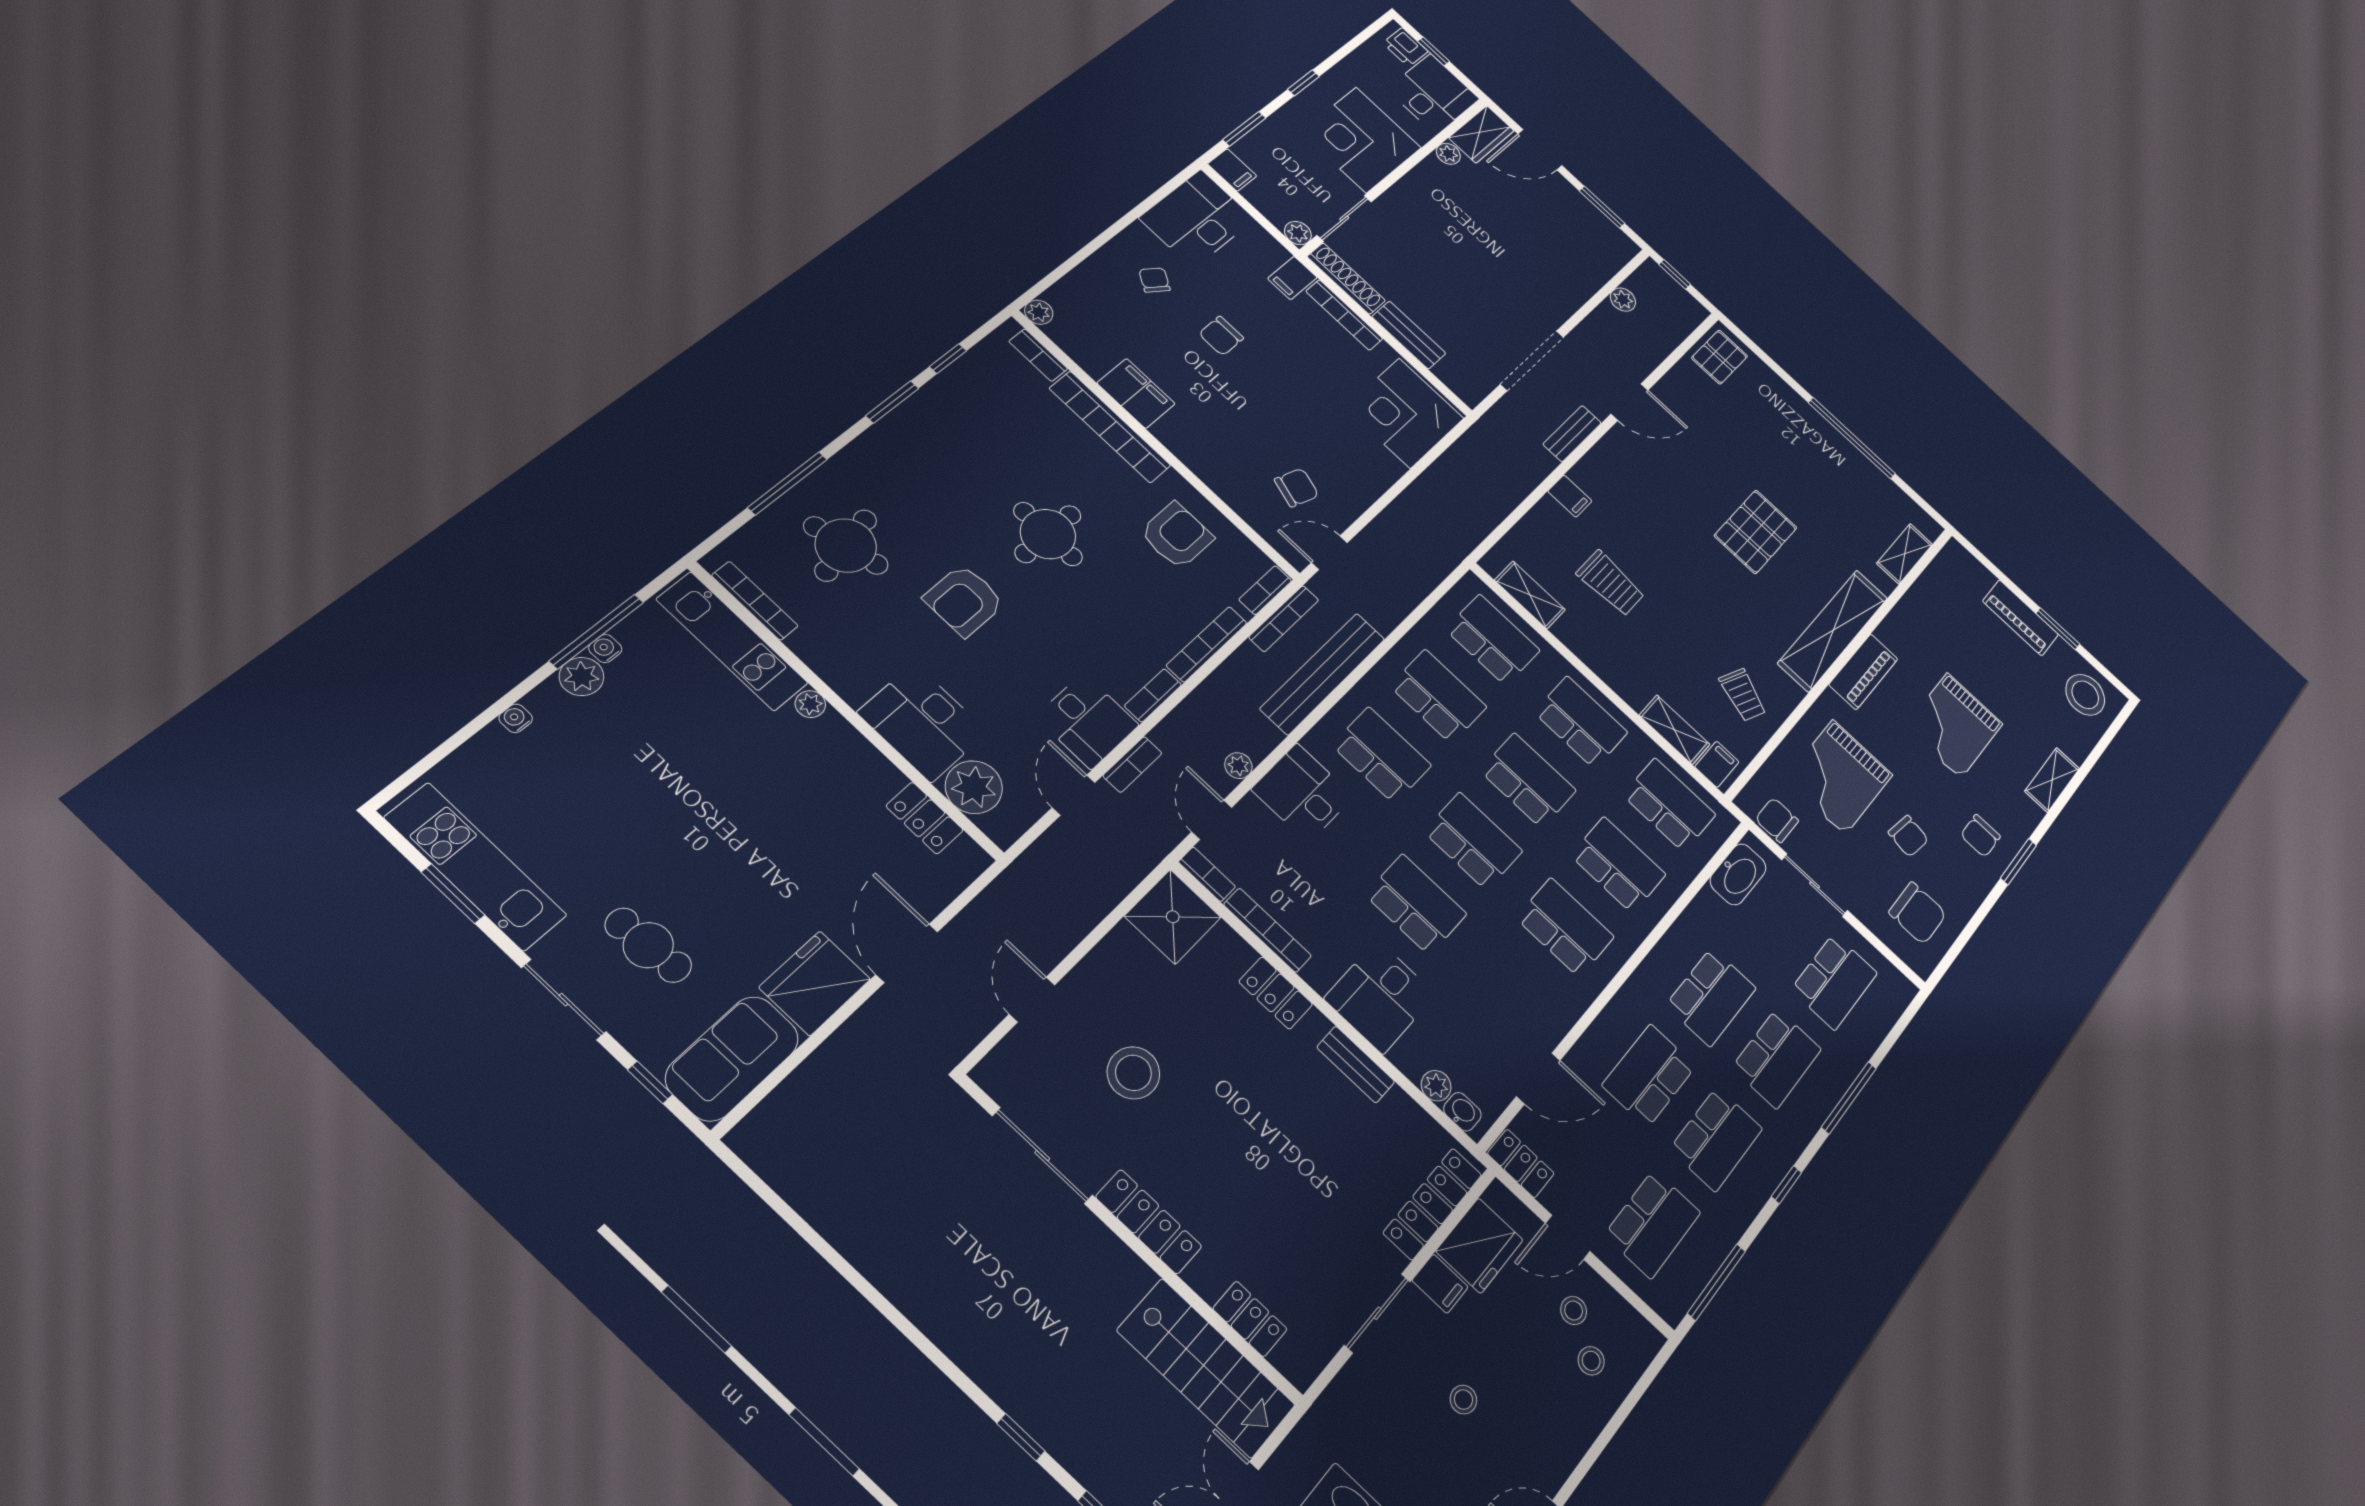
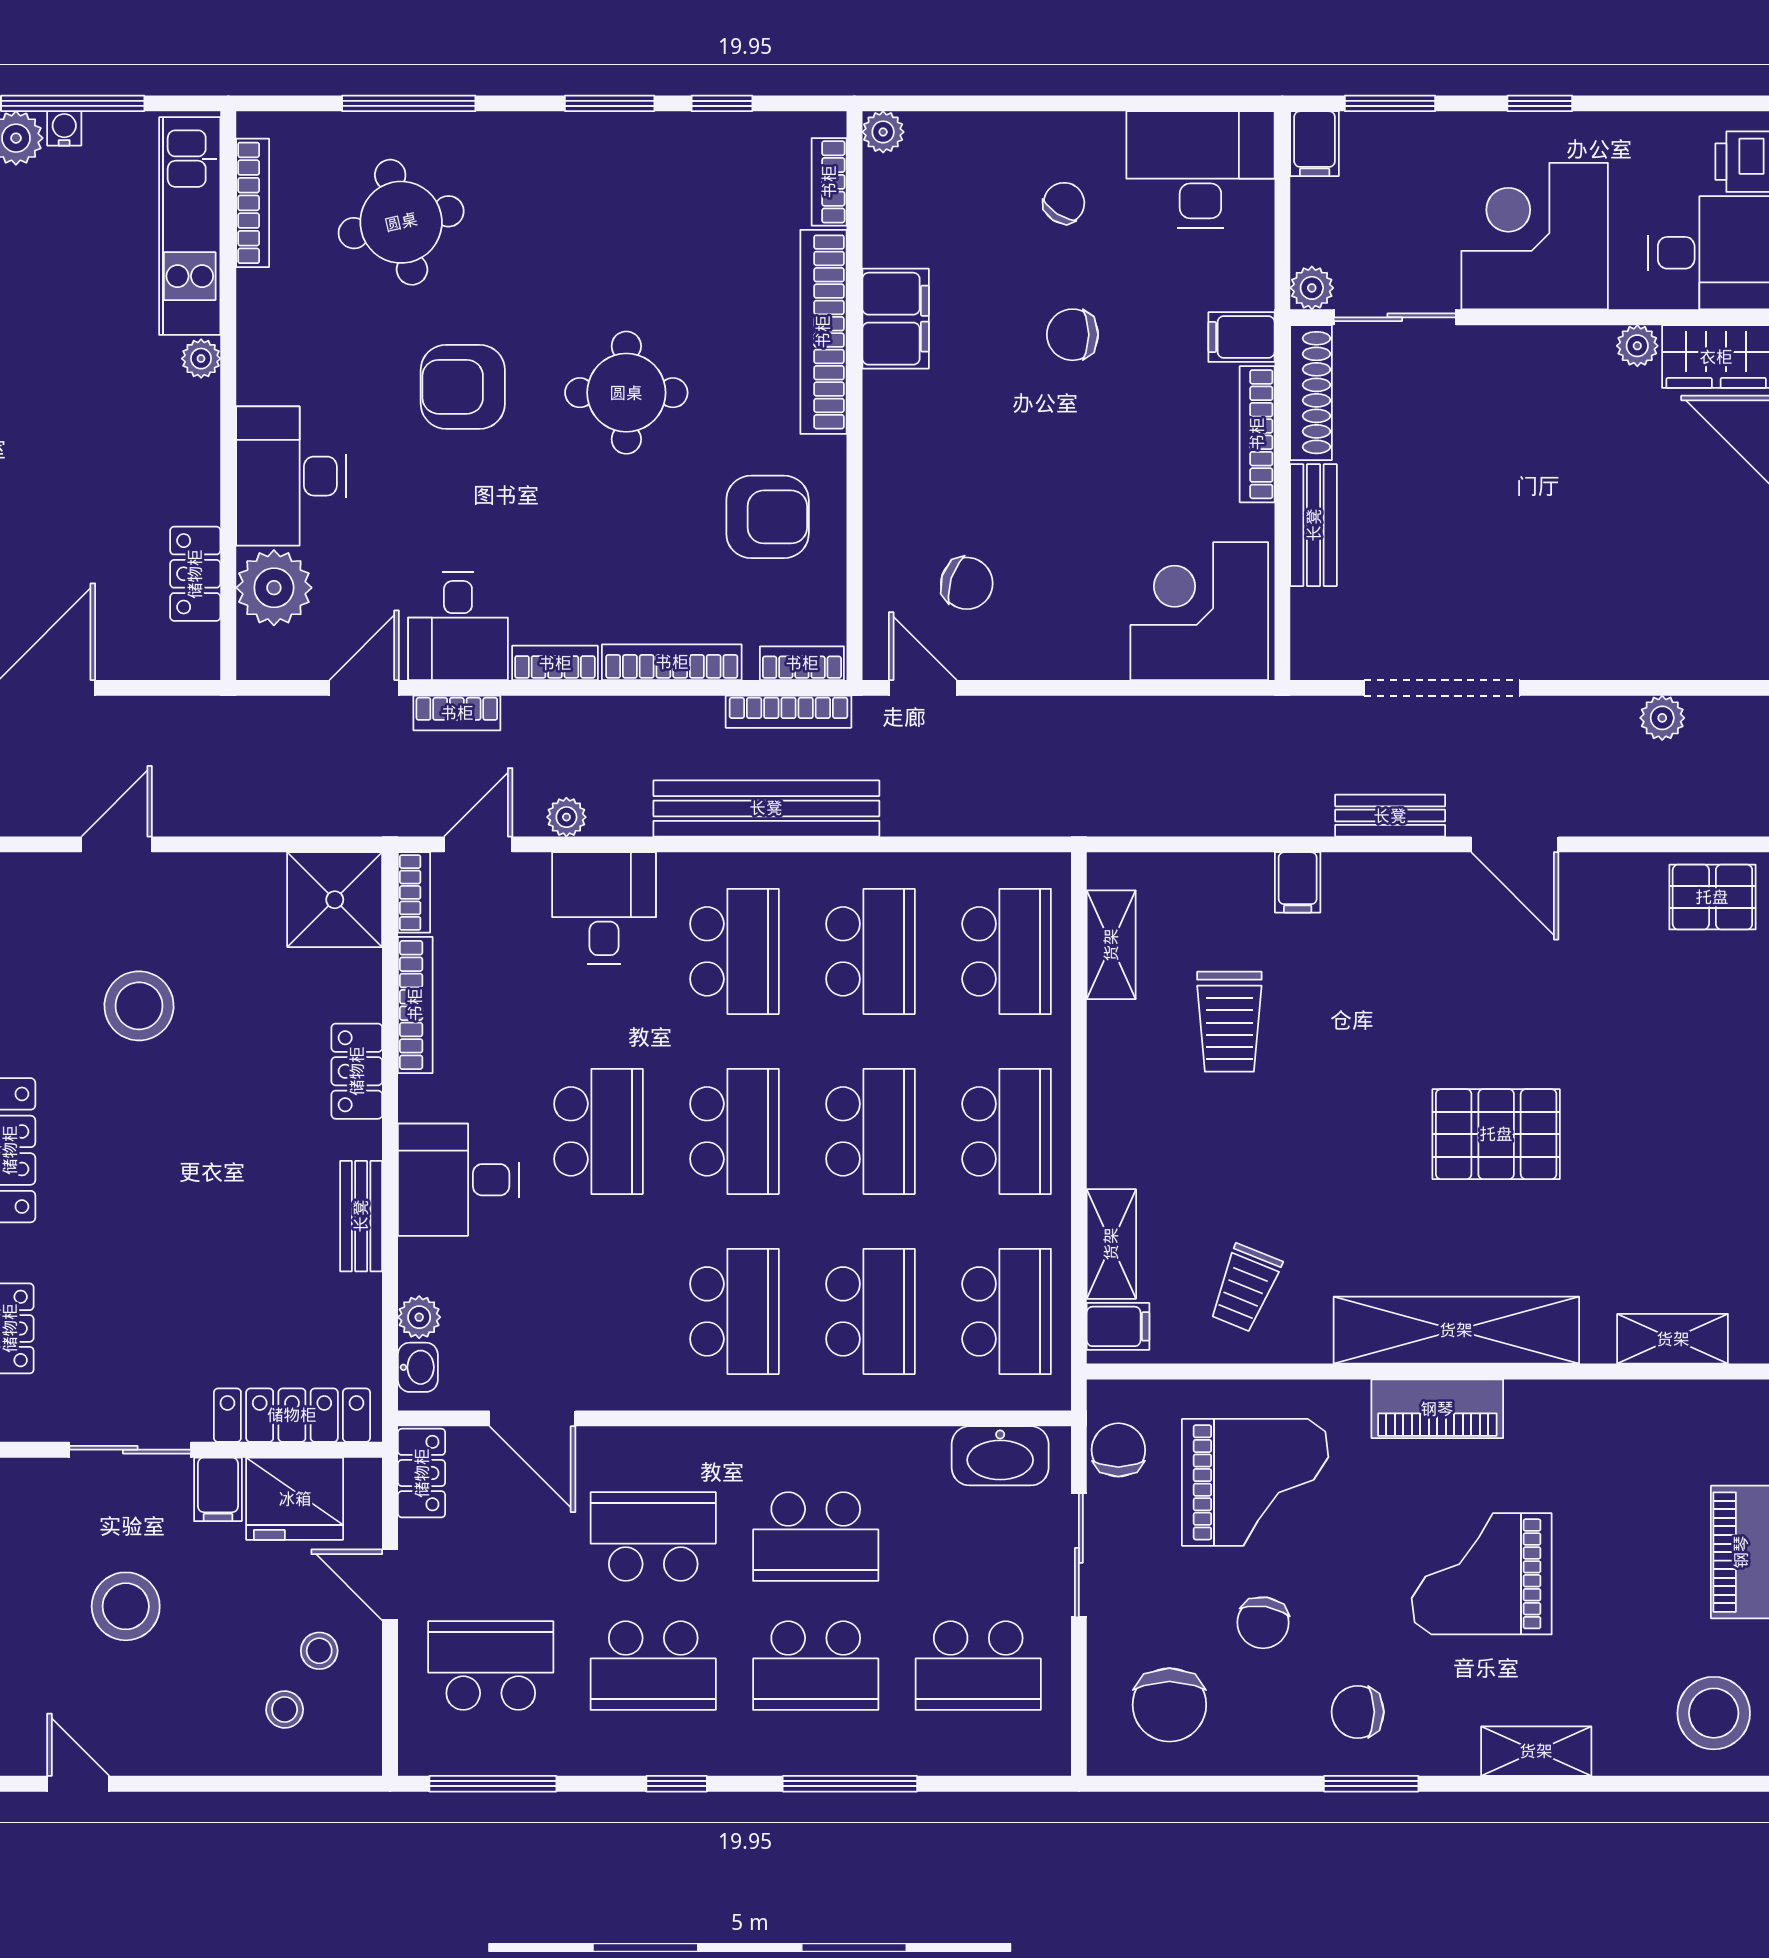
grand piano: (1839, 777) -> (1255, 1482), turned 180
school desk: (1653, 1224) -> (491, 1666), turned 180
stool: (1463, 1400) -> (126, 1606), width x1.89, depth x1.89

